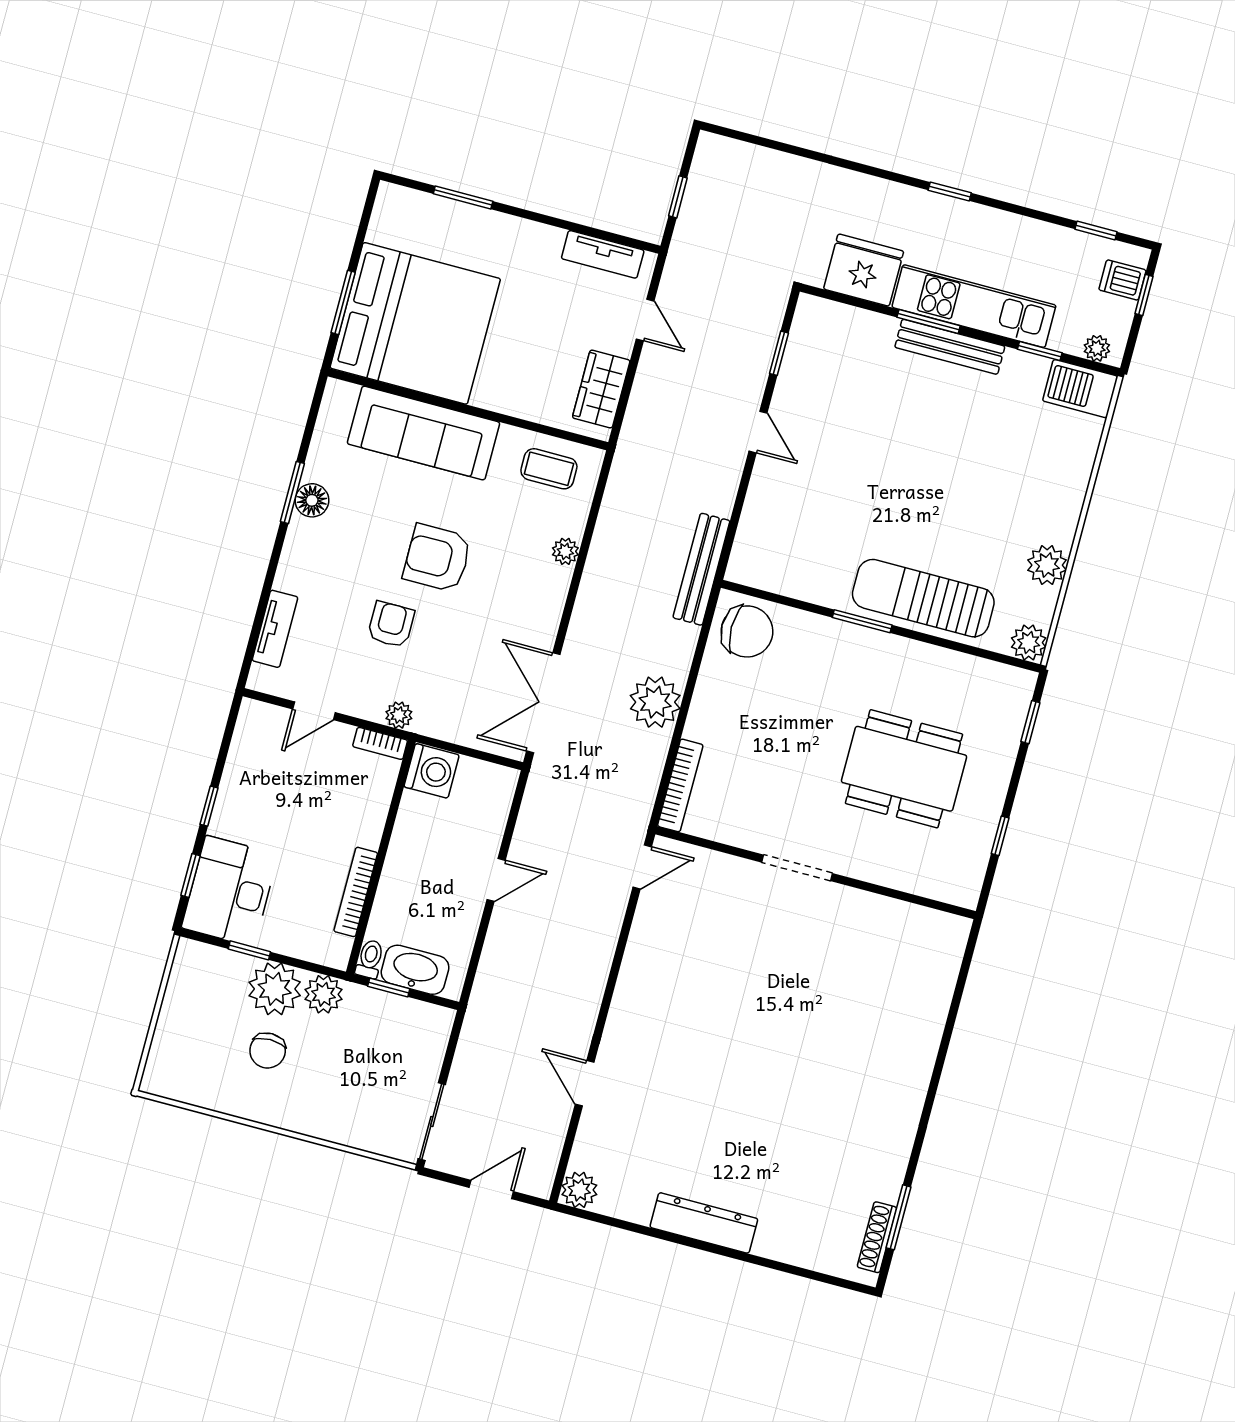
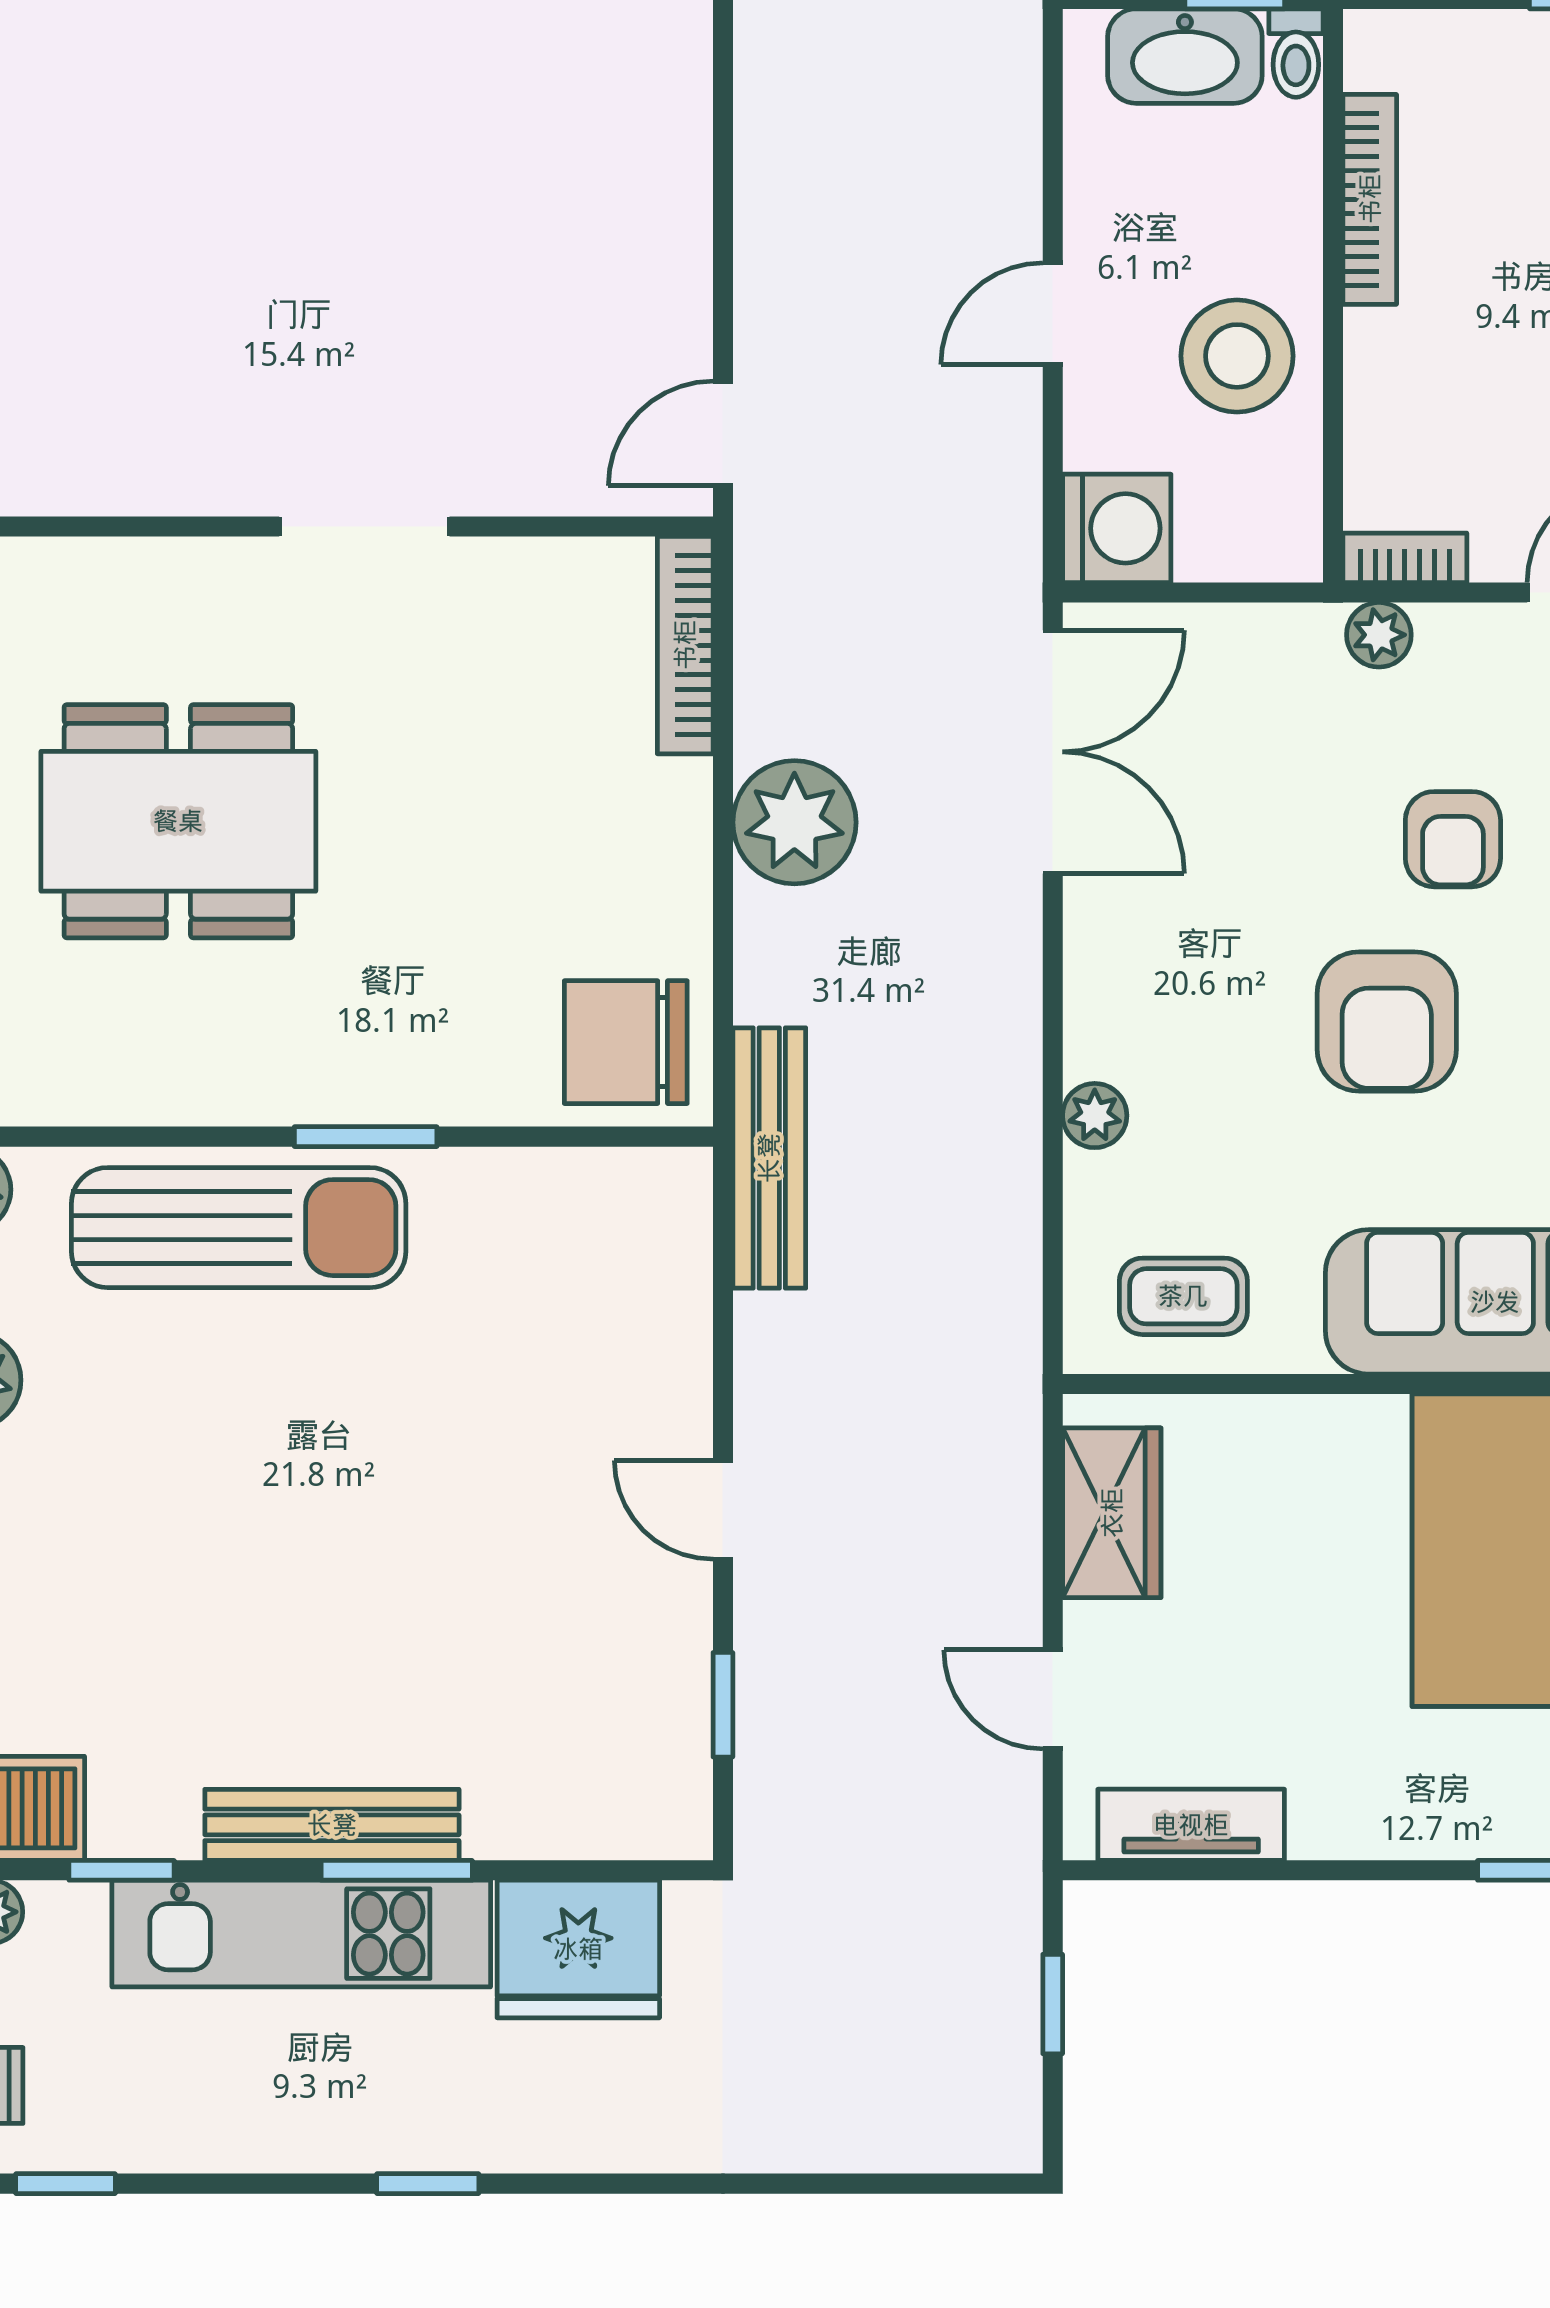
armchair: (437, 558) -> (1387, 1021), turned 90
washing machine: (432, 771) -> (1117, 528), moved, turned 180
stool: (426, 843) -> (1237, 356), added

